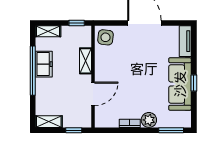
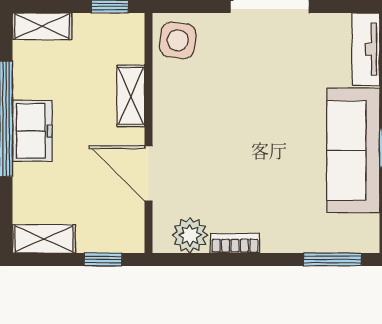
freezer: (44, 64) -> (32, 131), moved
door: (93, 94) -> (148, 173), swing flipped
plant: (149, 120) -> (190, 235), moved

